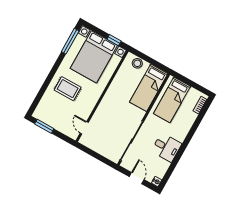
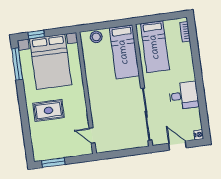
window: (114, 40) -> (36, 35), moved

